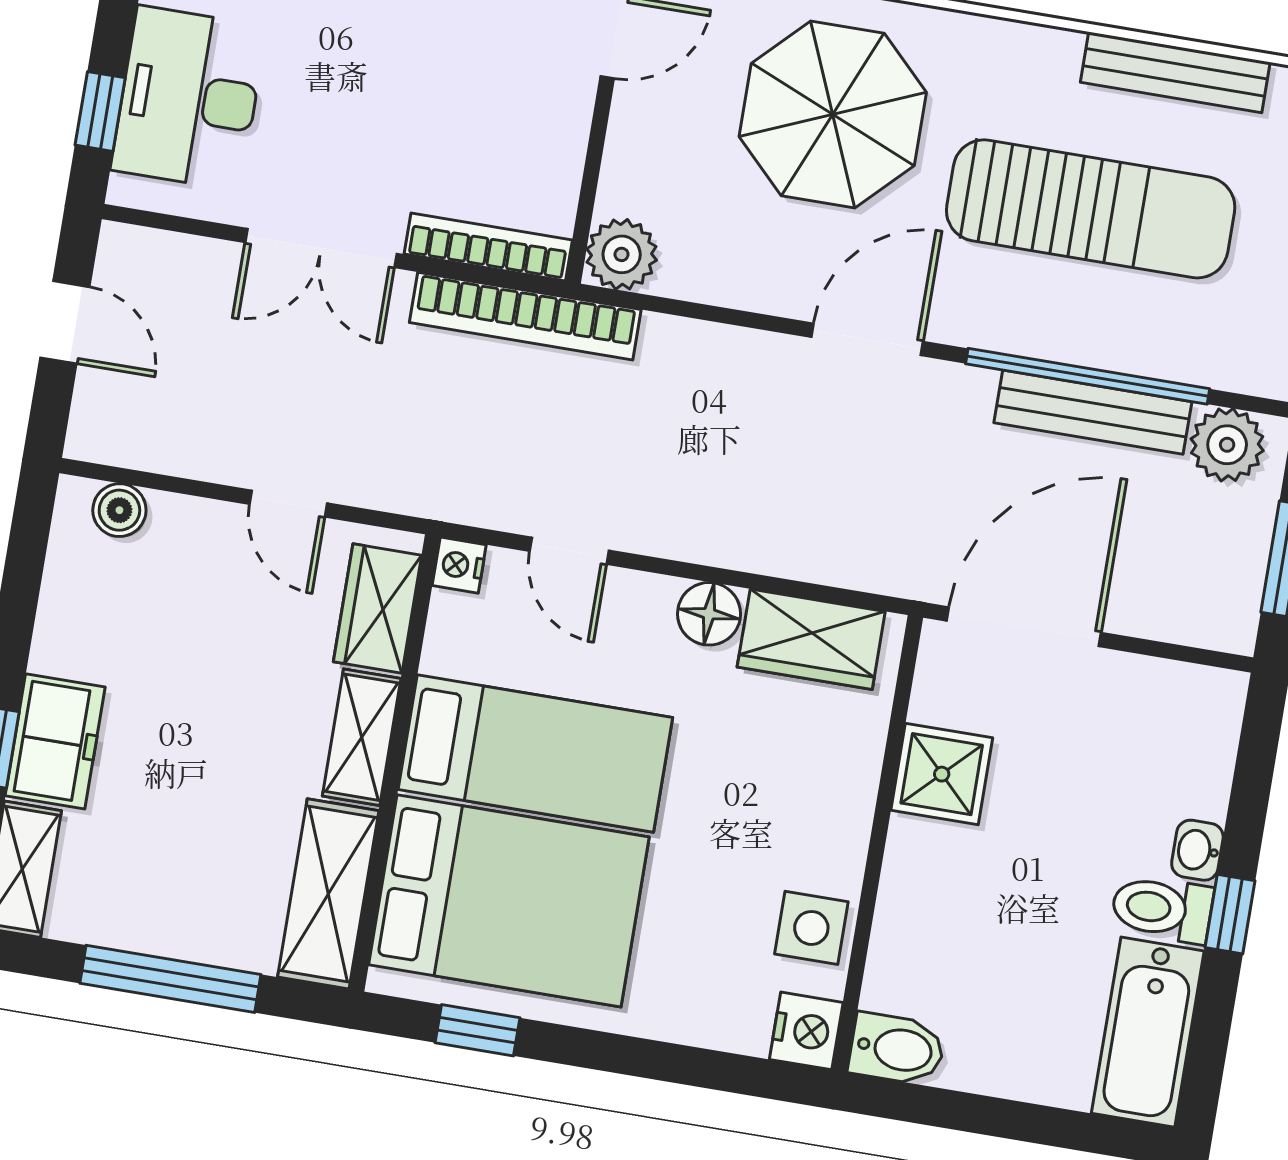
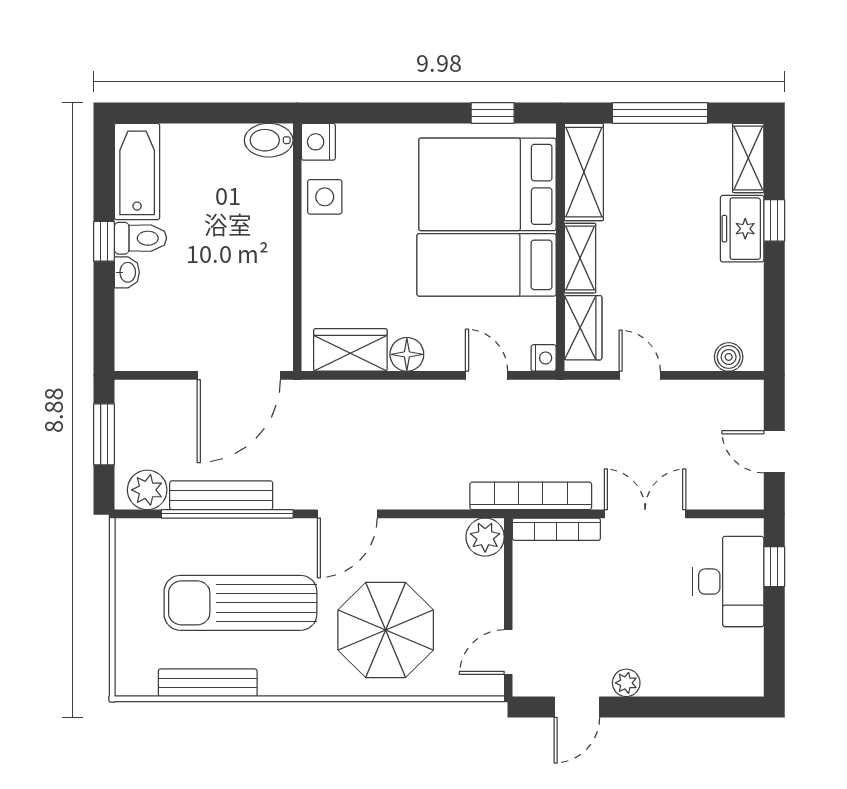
shower: (942, 774) -> (269, 290), removed

